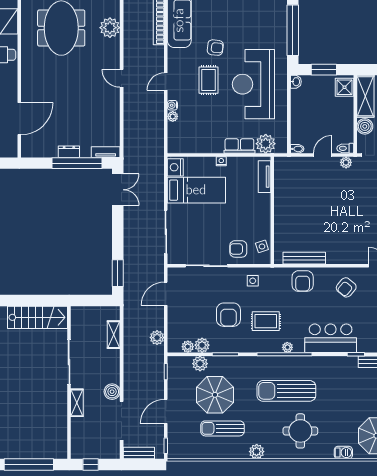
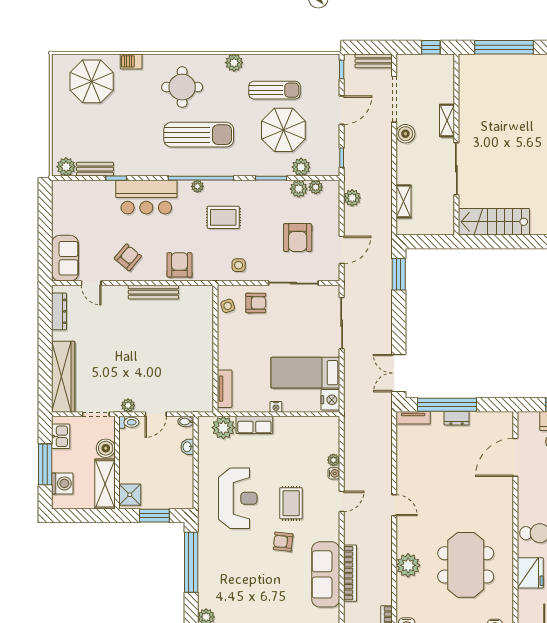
washbasin: (296, 82) -> (187, 447), moved
reception desk: (253, 84) -> (238, 498), width x0.74, depth x0.77
bench: (304, 258) -> (153, 292), moved
armchair: (228, 315) -> (298, 238), moved, turned 180

